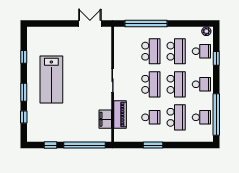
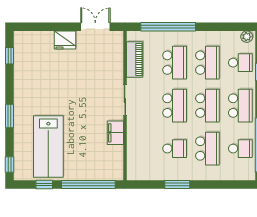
fridge: (67, 34) -> (65, 40), added
window: (24, 57) -> (9, 56), moved
lab bench: (51, 79) -> (48, 147), moved
school desk: (201, 84) -> (240, 106), width x1.85
piano: (120, 115) -> (135, 59), moved
window: (24, 117) -> (9, 164), moved
filing cabinet: (105, 119) -> (115, 133), moved

